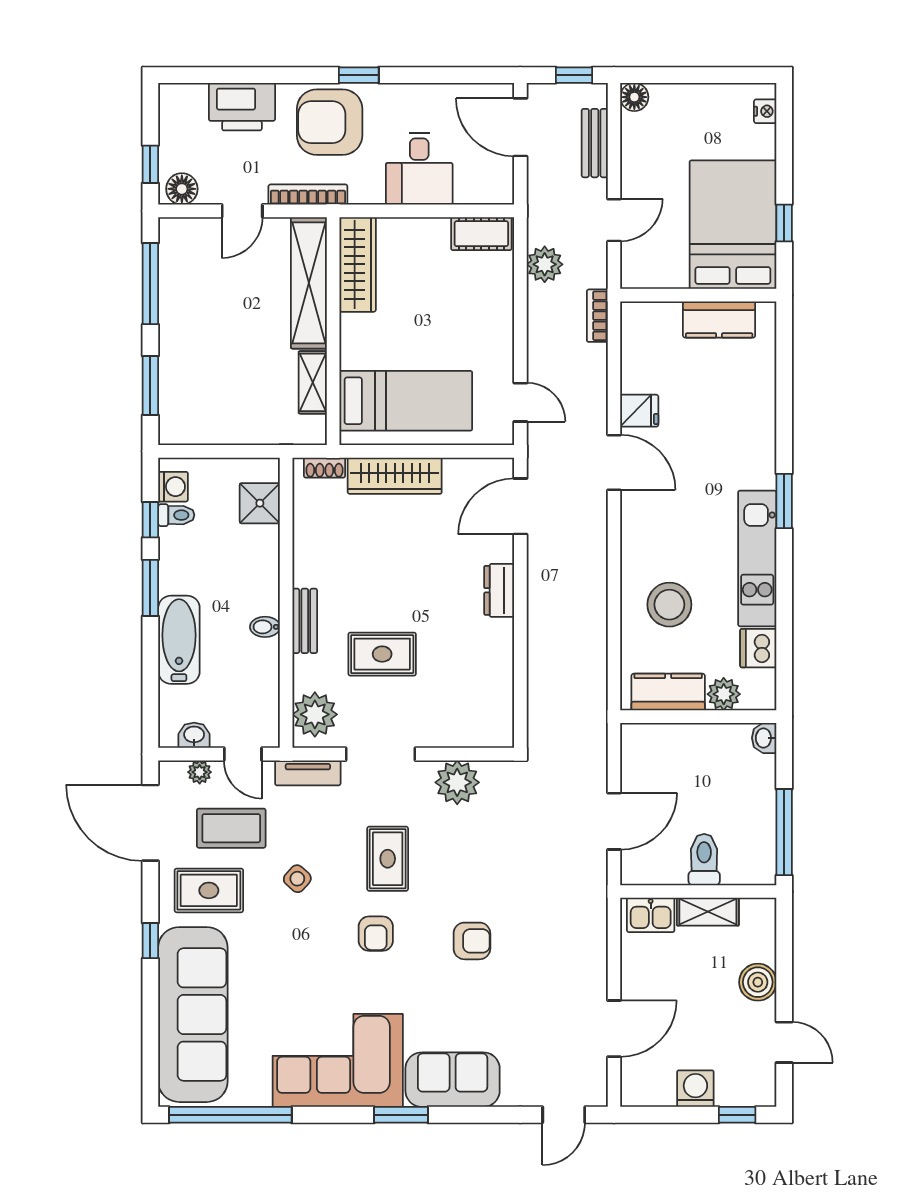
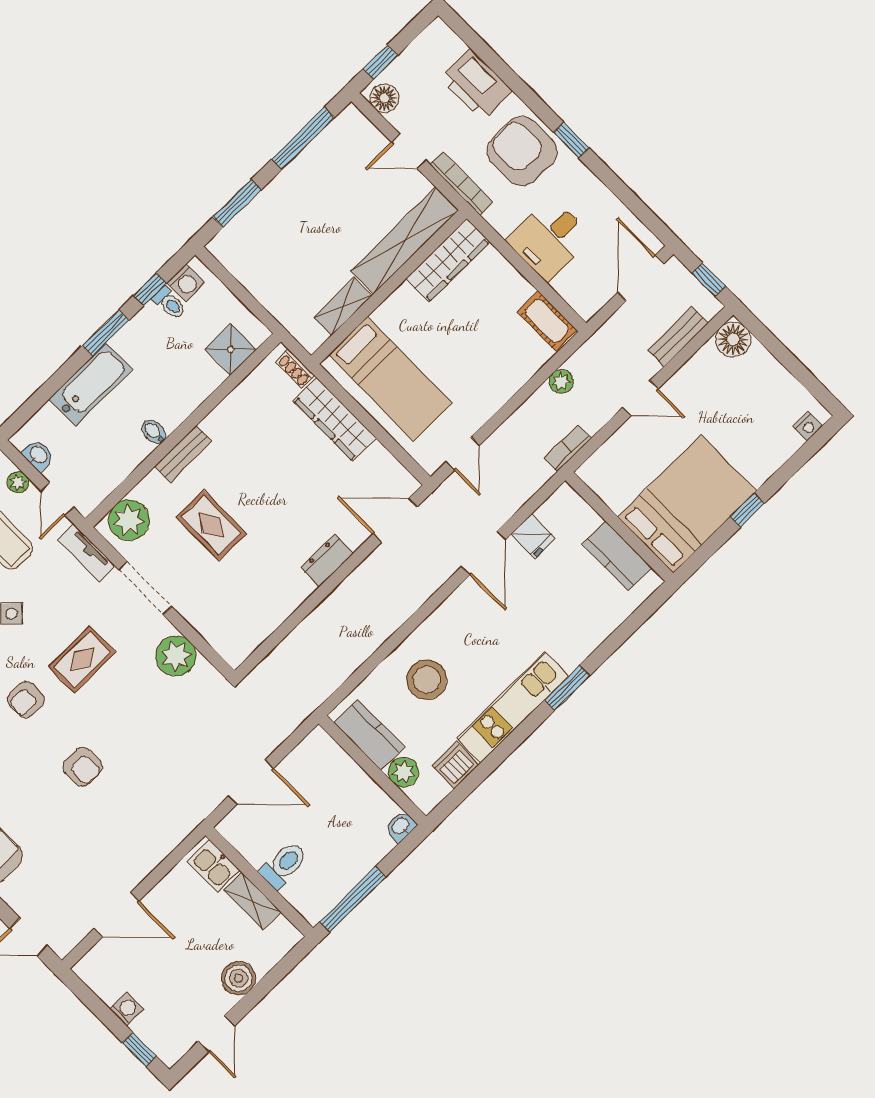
floor lamp: (634, 97) -> (733, 339), width x1.38, depth x1.38
bed: (733, 225) -> (687, 504), moved
plant: (545, 264) -> (561, 381), width x0.73, depth x0.73
wall: (698, 295) -> (619, 527), moved
kitchen counter: (719, 320) -> (617, 556), moved
washing machine: (695, 1089) -> (126, 1009), width x0.73, depth x0.73

